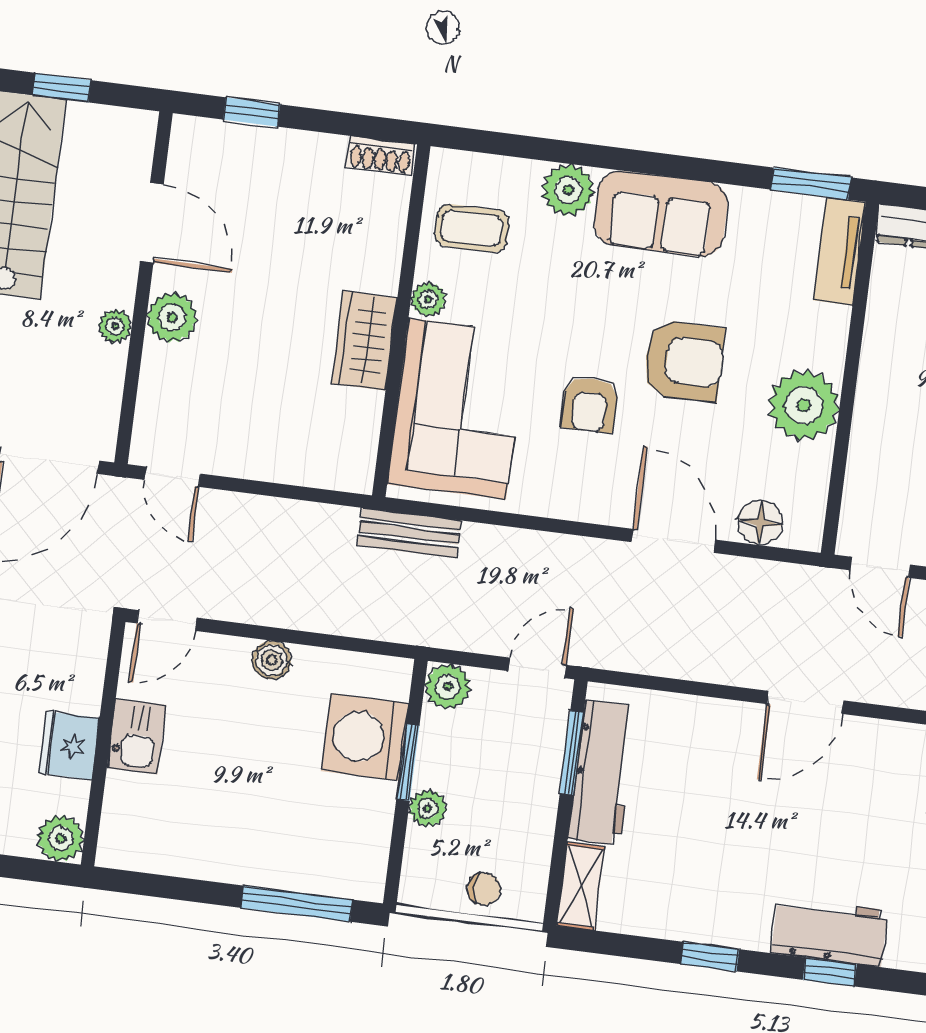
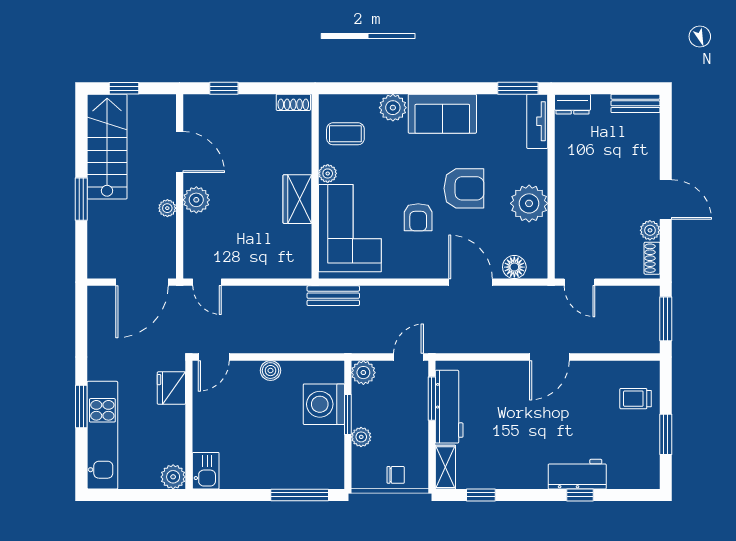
kitchen sink: (137, 737) -> (206, 471), moved
fridge: (69, 746) -> (171, 388), moved
window: (710, 957) -> (481, 495), moved

